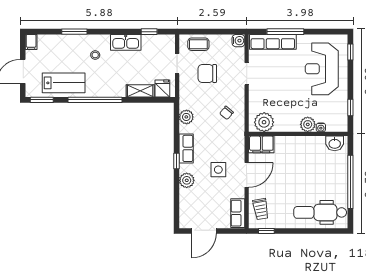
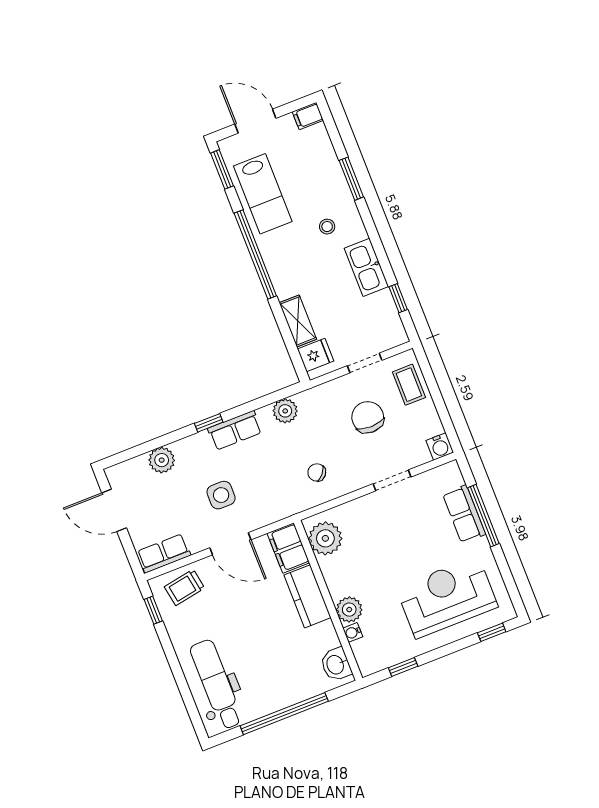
row of seats: (273, 42) -> (464, 514), width x0.68
kitchen counter: (292, 144) -> (307, 596), added
plant: (187, 180) -> (162, 460), moved

